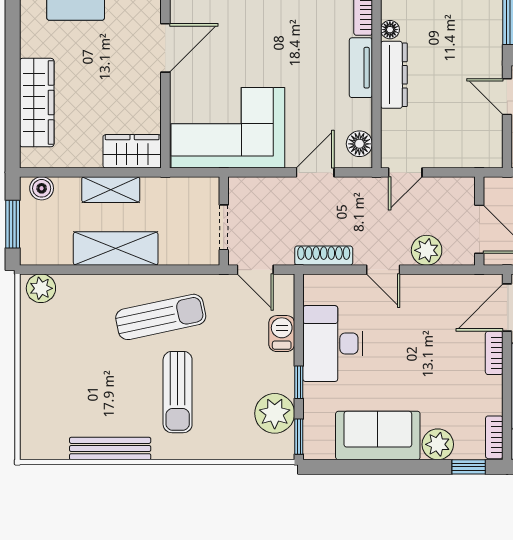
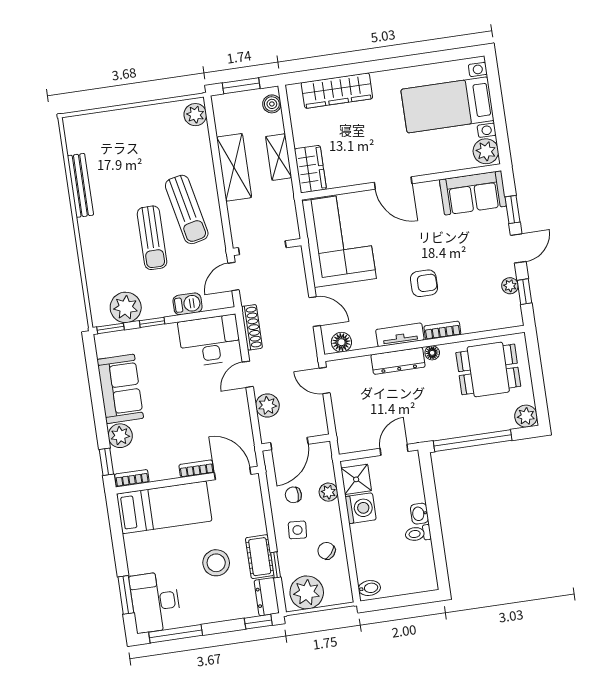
armchair: (299, 27) -> (424, 283), added
doorway: (224, 227) -> (262, 248), width x1.38
desk: (333, 344) -> (210, 341), moved
sun lounger: (178, 392) -> (152, 238), moved, turned -90

